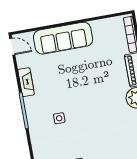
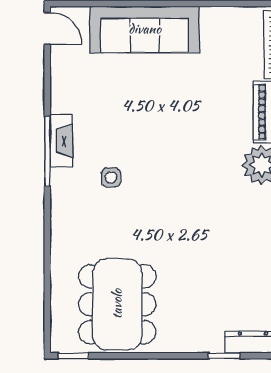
fireplace: (26, 82) -> (61, 141), moved

